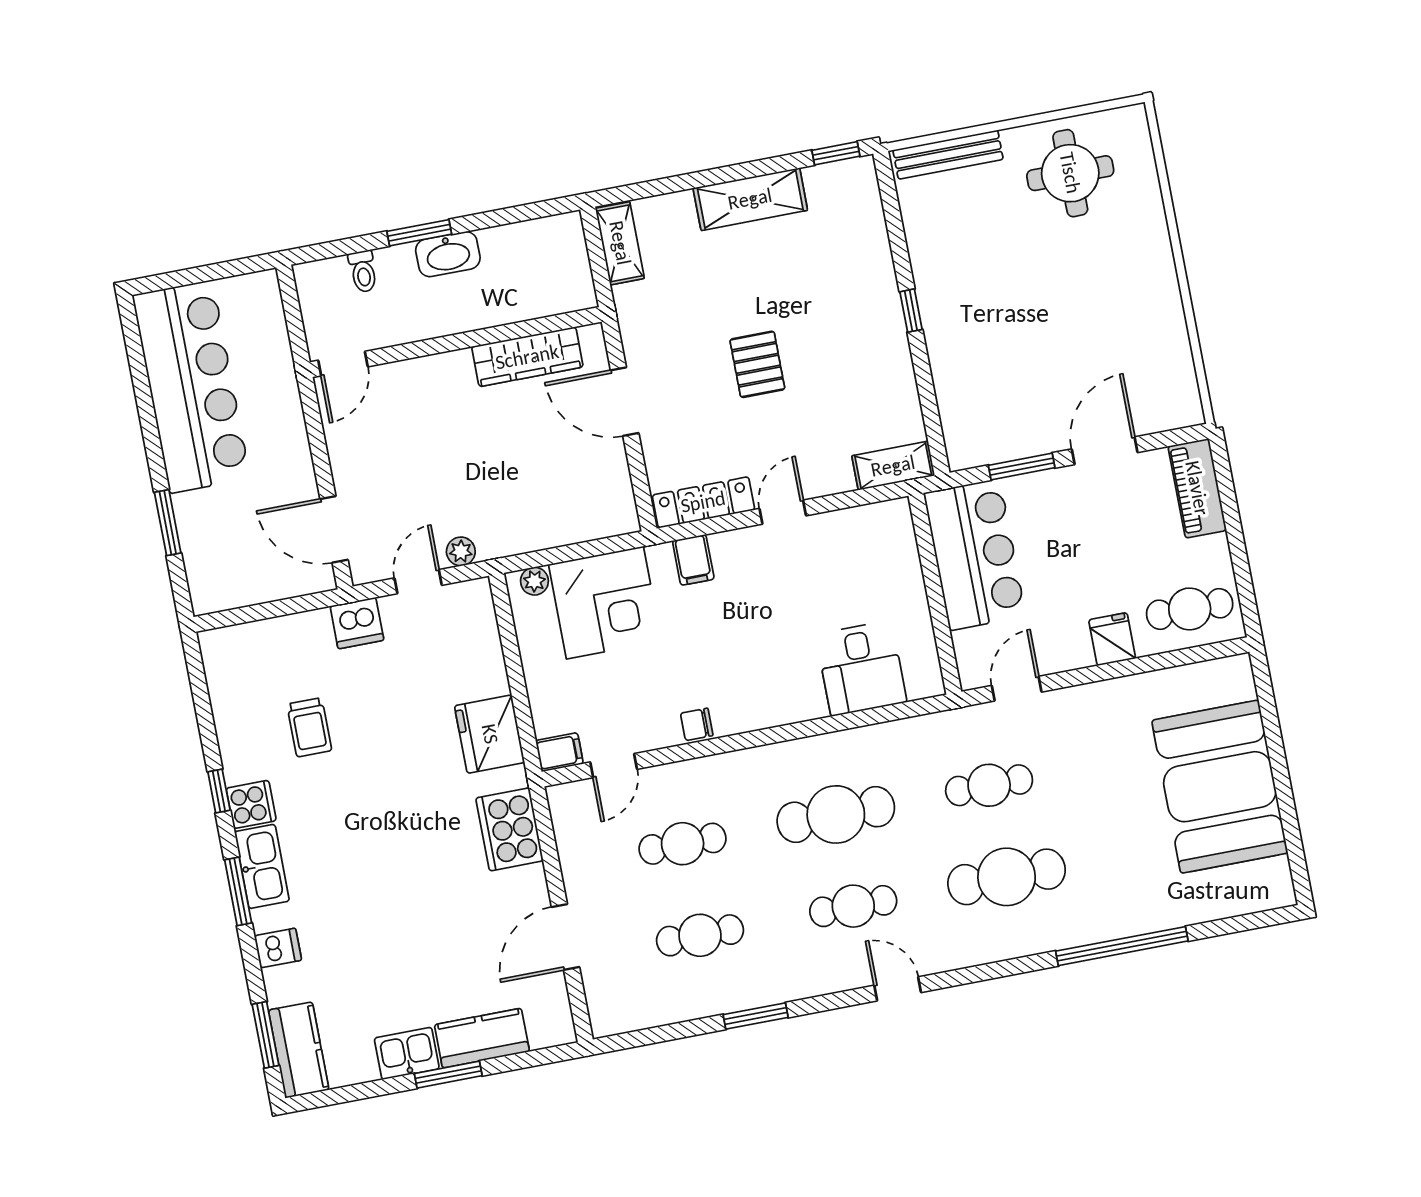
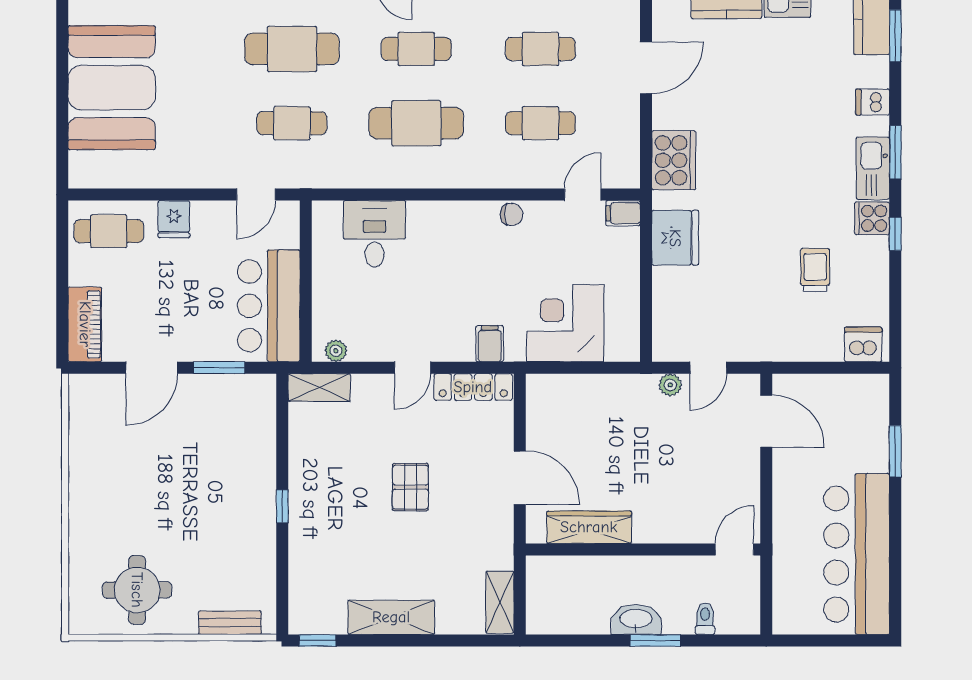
bench: (948, 155) -> (230, 623), width x0.73
plant: (534, 581) -> (336, 351), moved
dishwasher: (357, 623) -> (863, 344), moved

